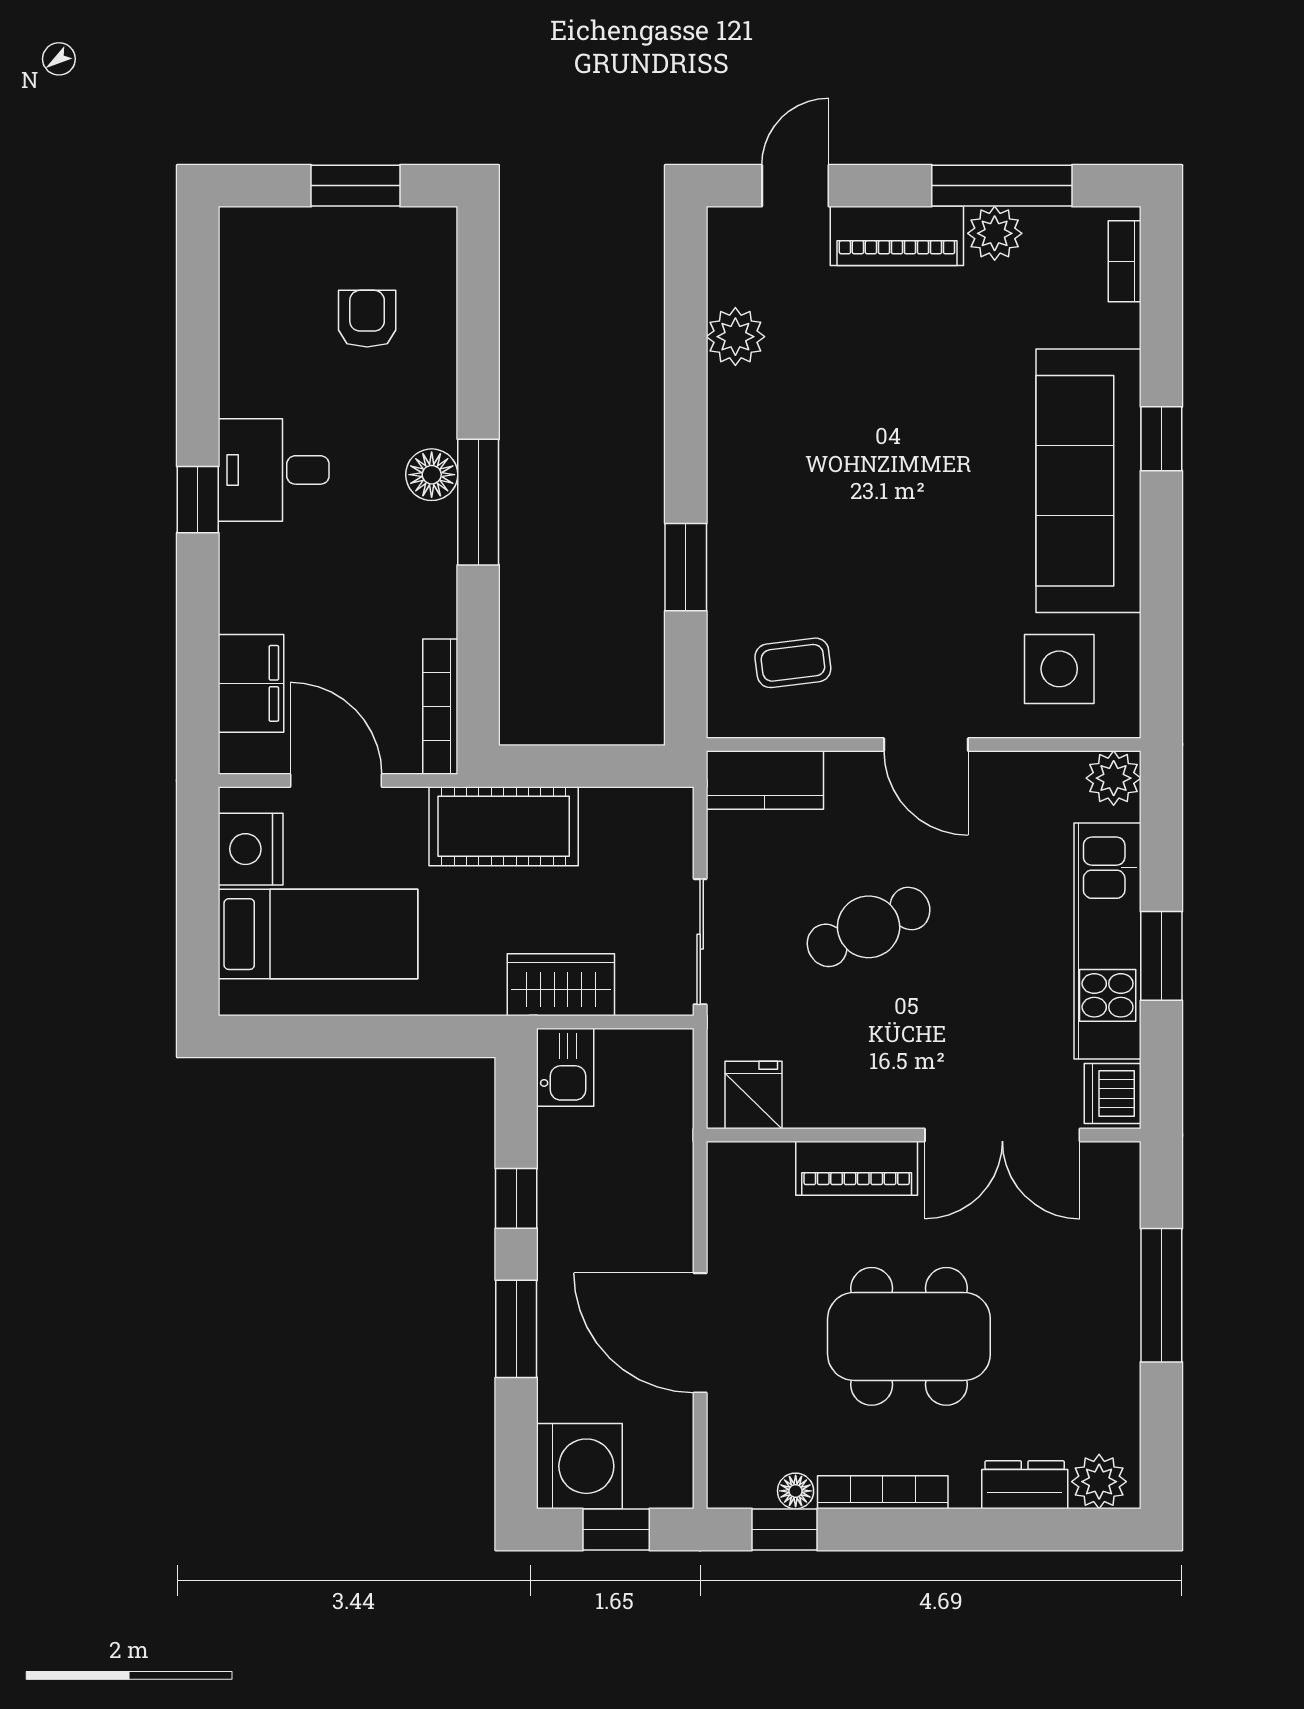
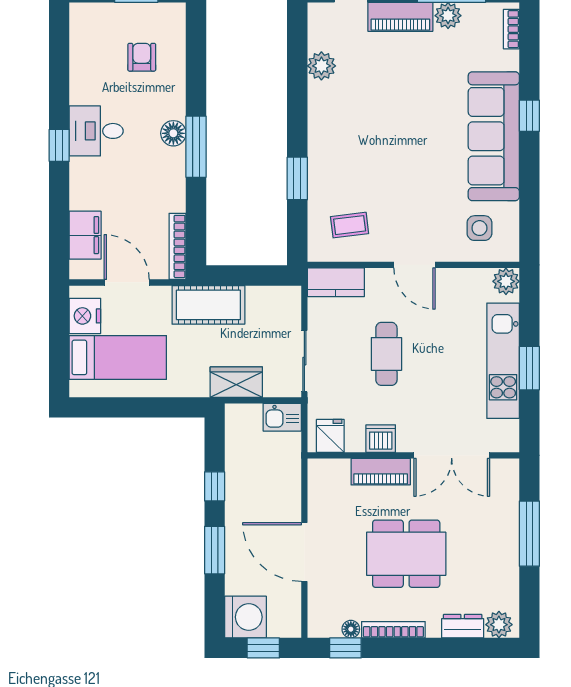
side table: (1059, 669) -> (479, 228), width x0.73, depth x0.73
cafe table: (869, 927) -> (386, 354), turned -66
kitchen sink: (565, 1067) -> (282, 417), moved, turned 90
dishwasher: (1113, 1094) -> (381, 439), moved, turned 90

